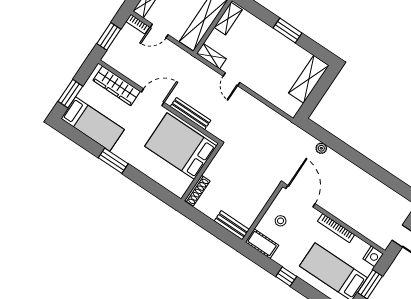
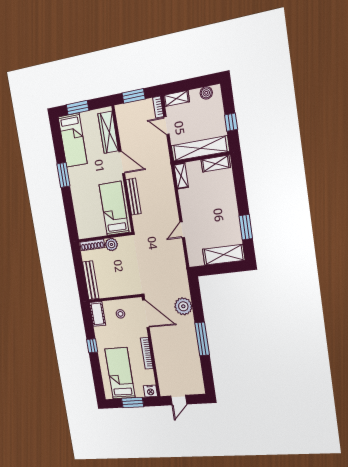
window: (288, 31) -> (246, 227), moved
door: (231, 79) -> (182, 230), moved
bed: (181, 146) -> (114, 208), width x0.67
plant: (321, 148) -> (183, 306), width x1.87, depth x1.87
window: (365, 164) -> (202, 339), added
plant: (213, 172) -> (111, 244), added
door: (300, 196) -> (146, 314), hinge flipped
bench: (232, 225) -> (91, 280), width x1.36

